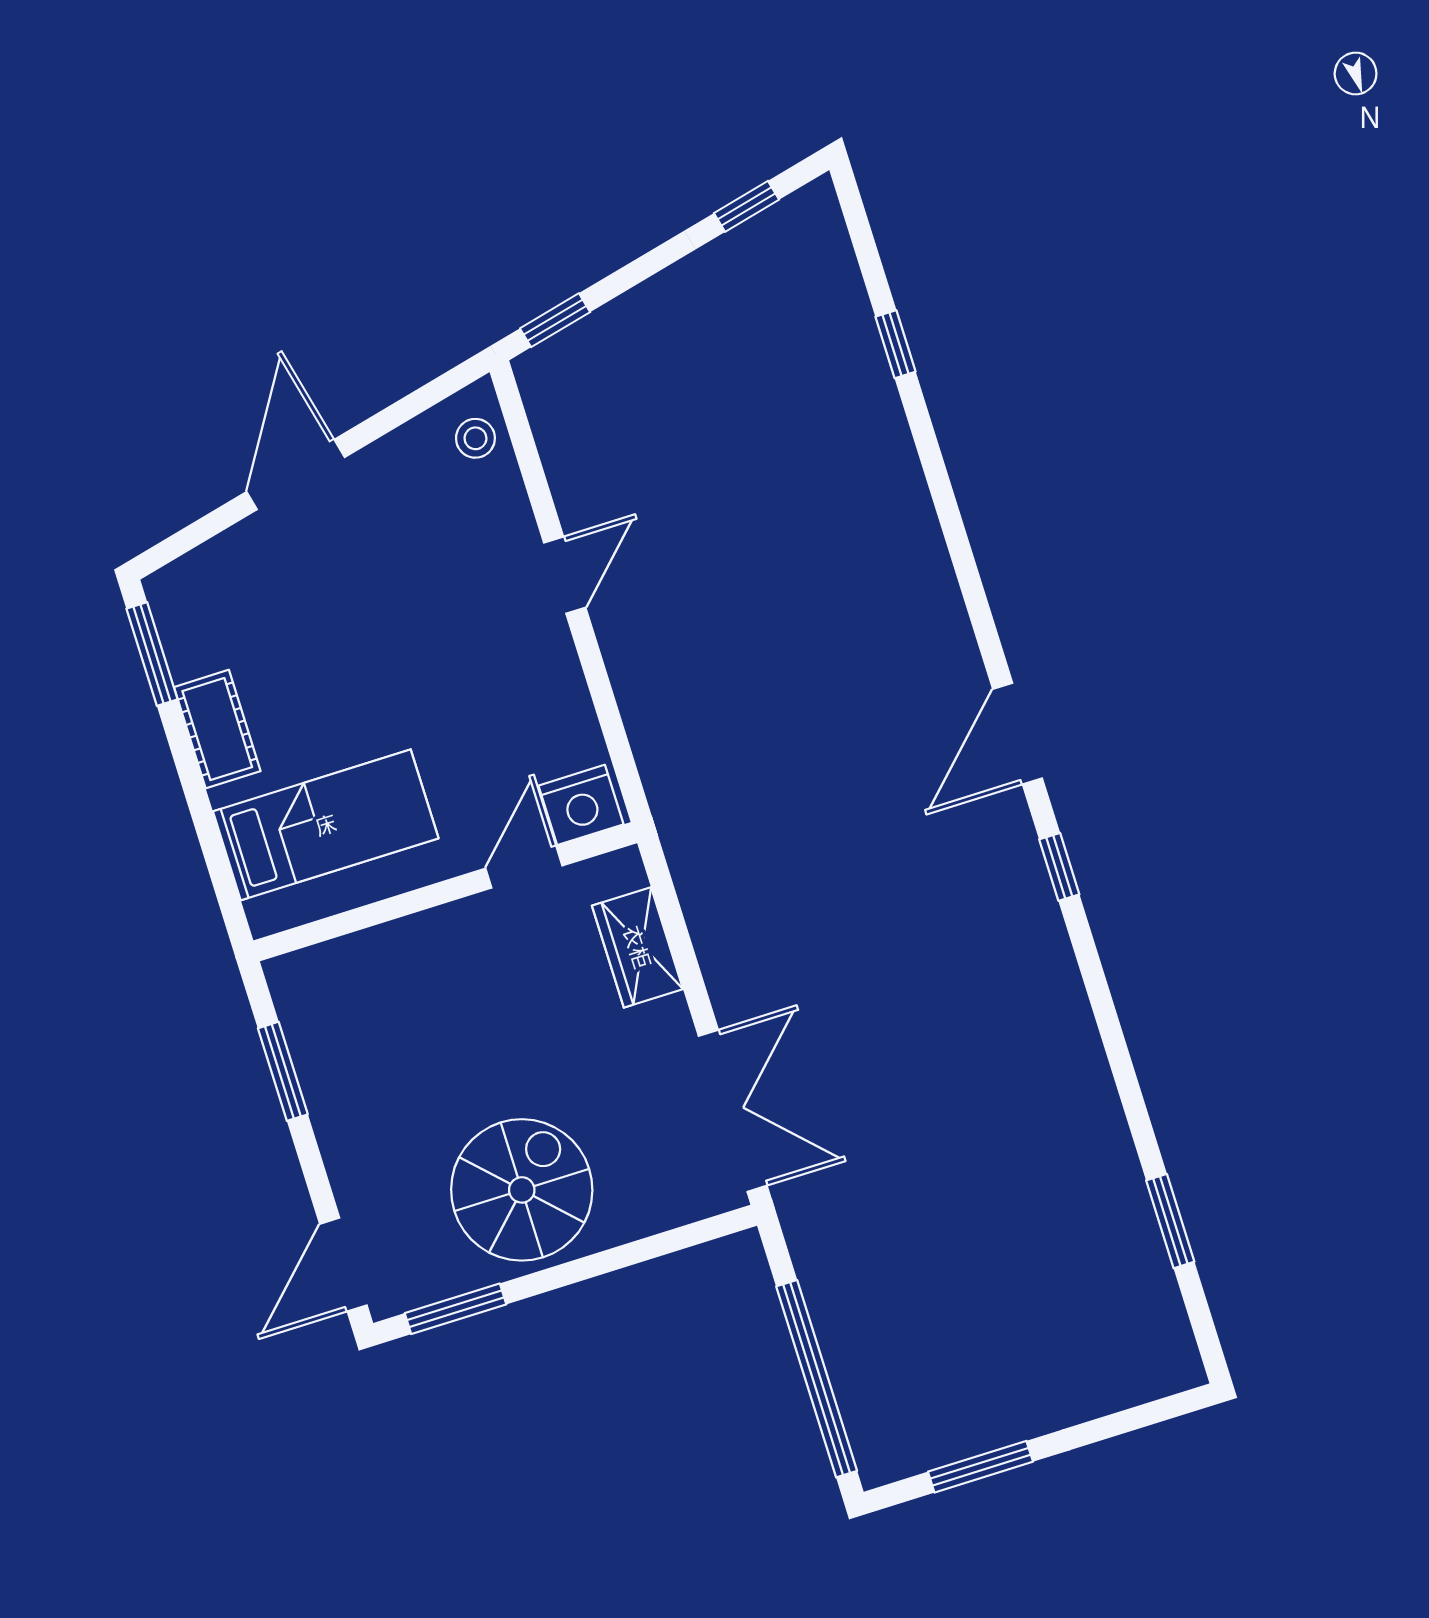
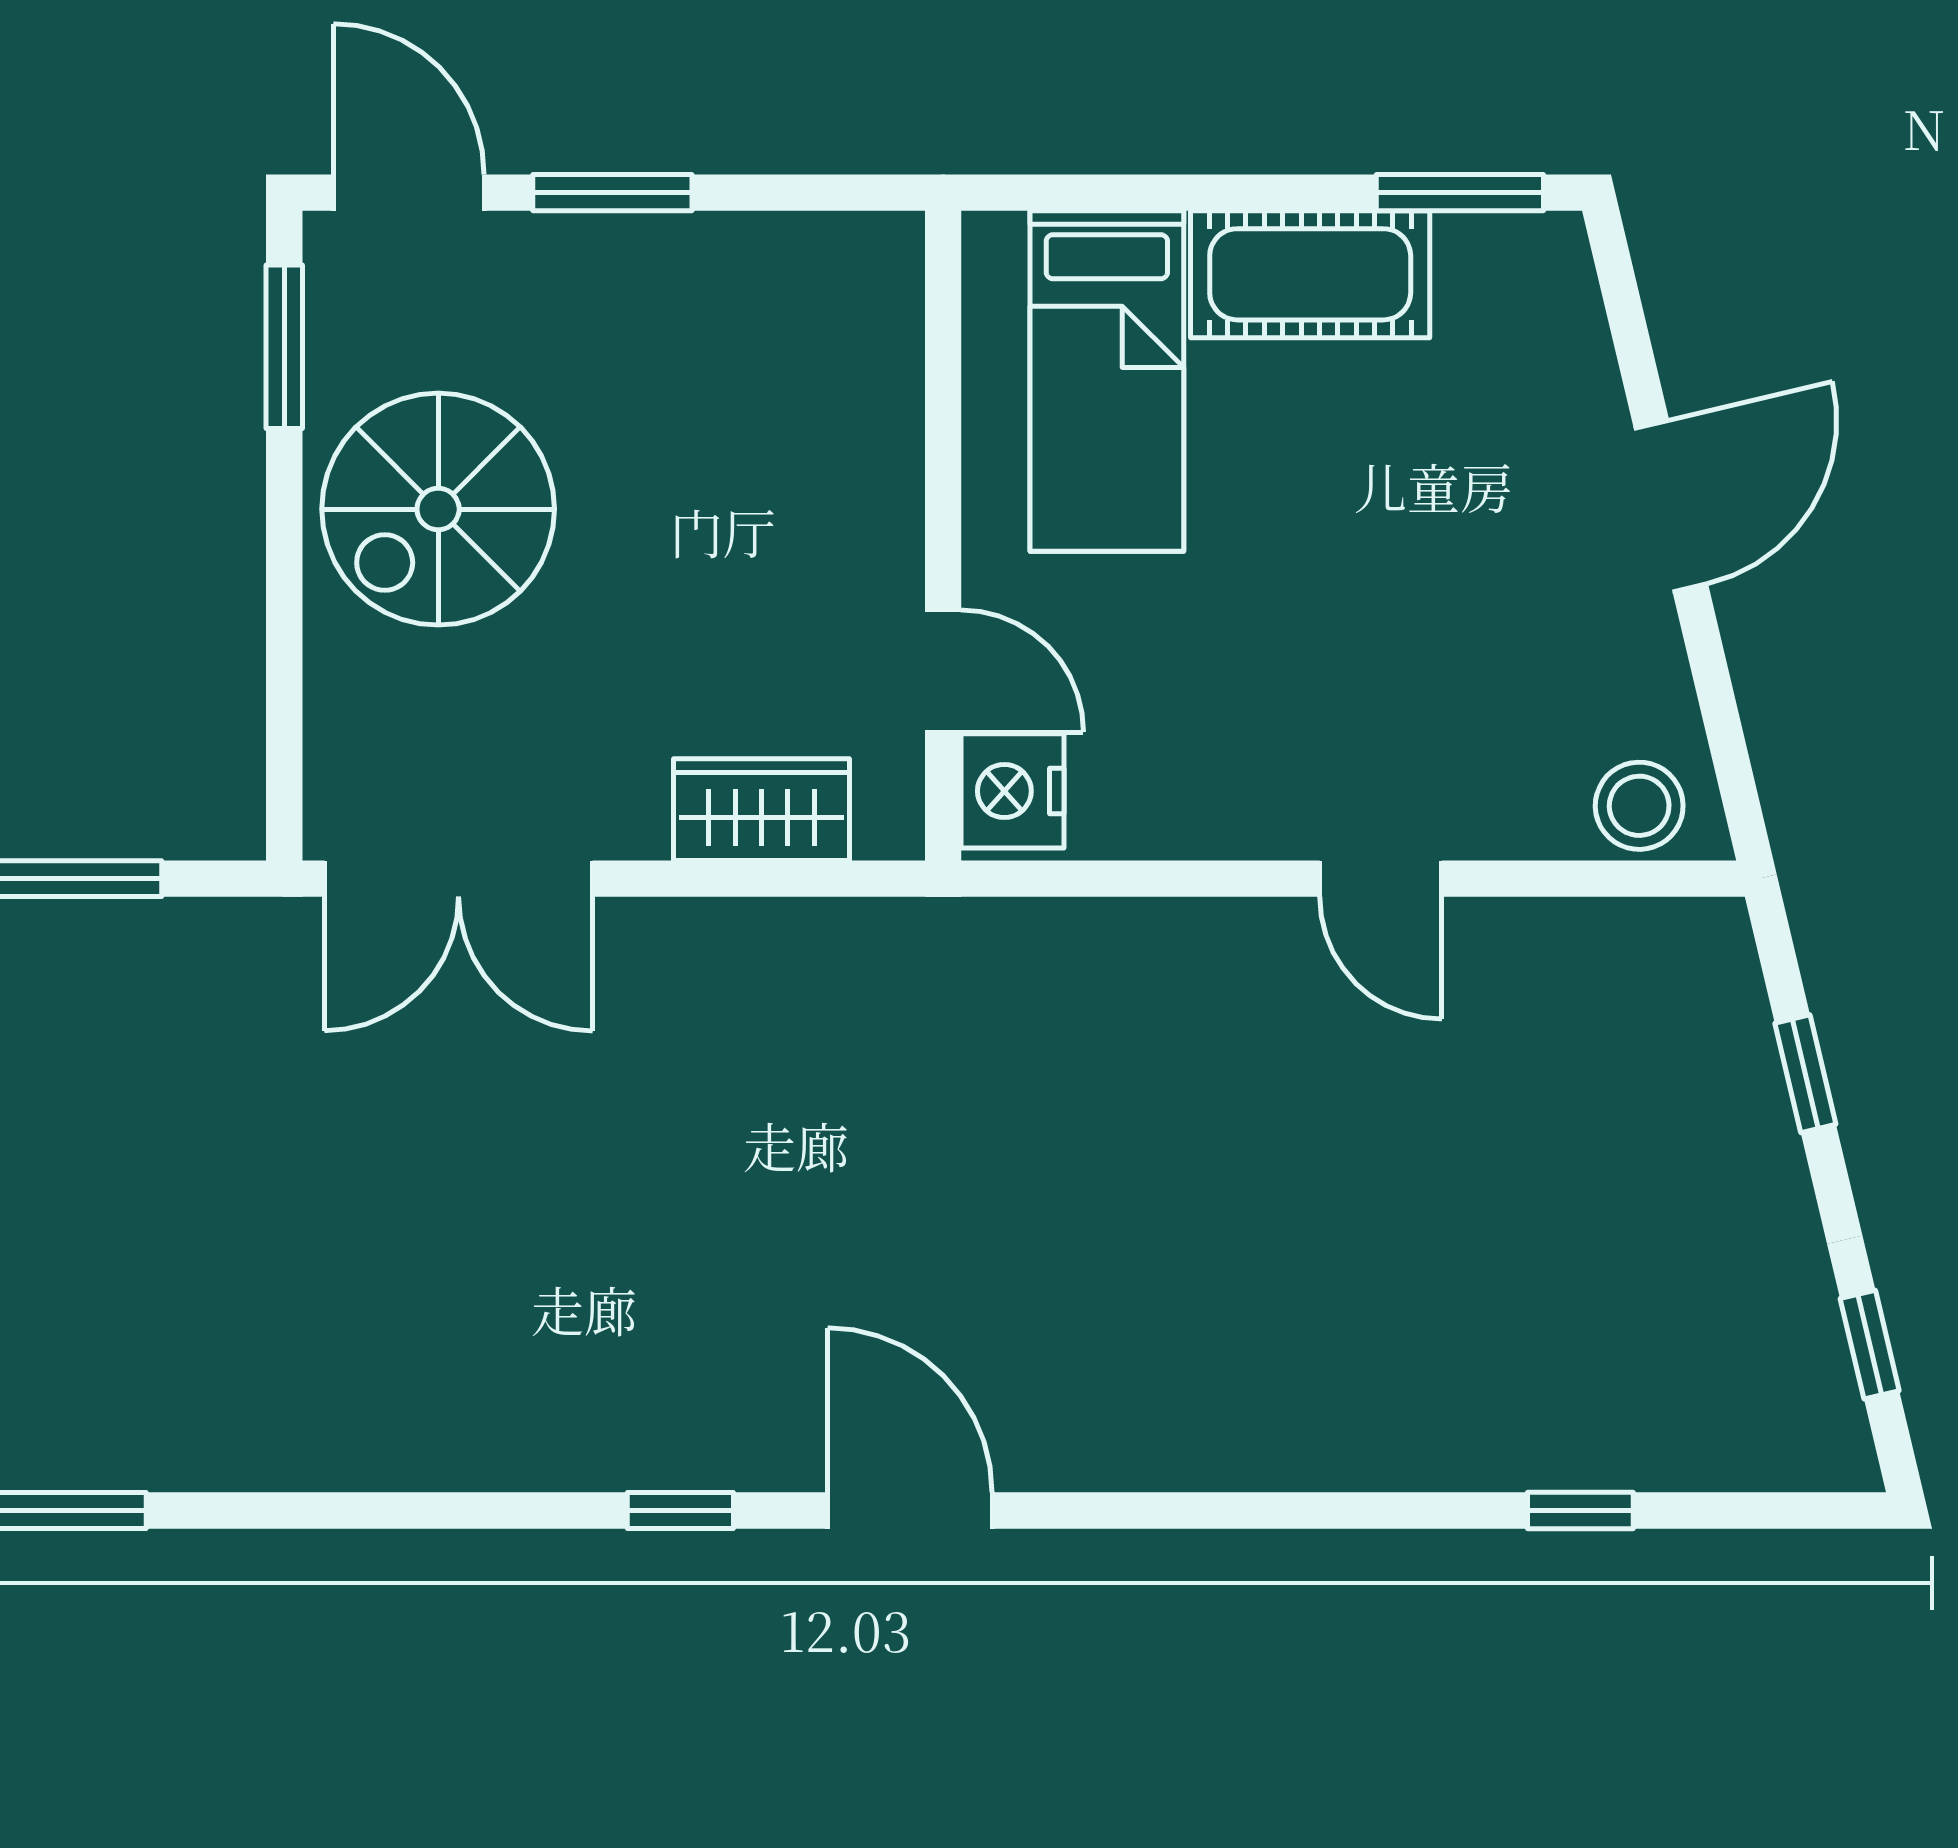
window: (555, 320) -> (1805, 1074), moved
stool: (475, 438) -> (1639, 806), width x1.37, depth x1.37
door: (296, 475) -> (1671, 506), hinge flipped
cot: (217, 729) -> (1310, 274), width x1.37, depth x1.34
window: (283, 1071) -> (612, 193), moved
spiral stairs: (522, 1190) -> (438, 509), turned 90

